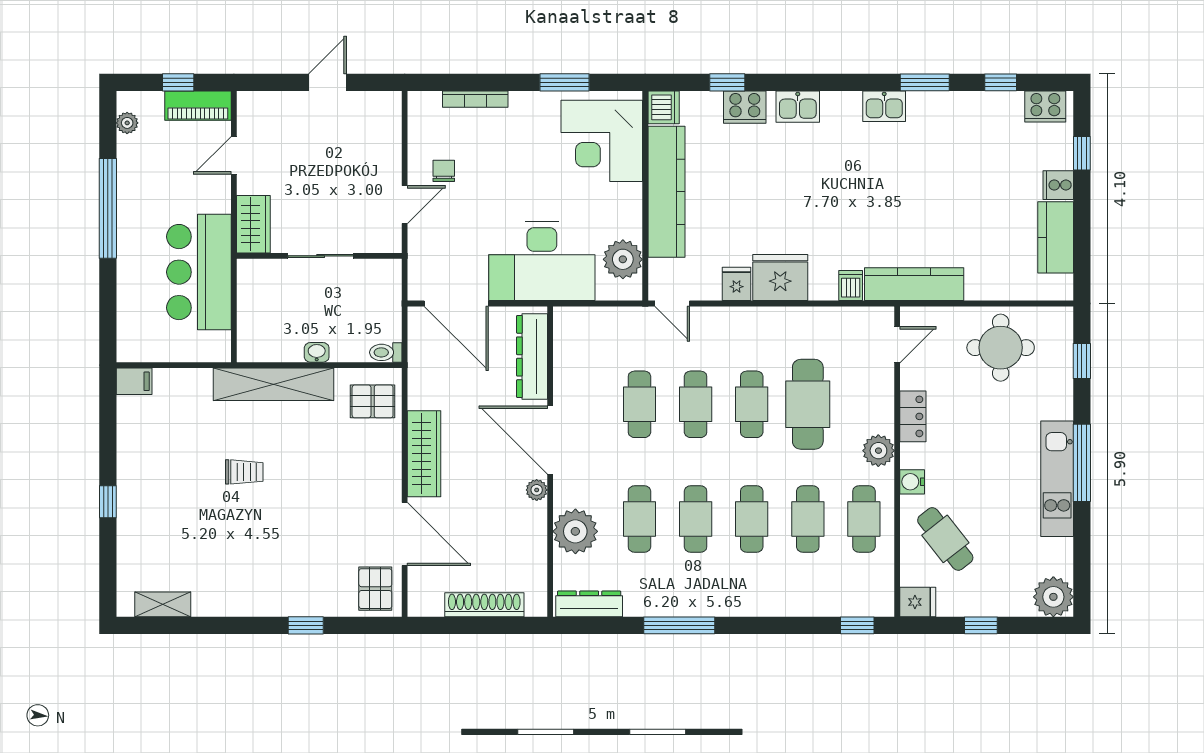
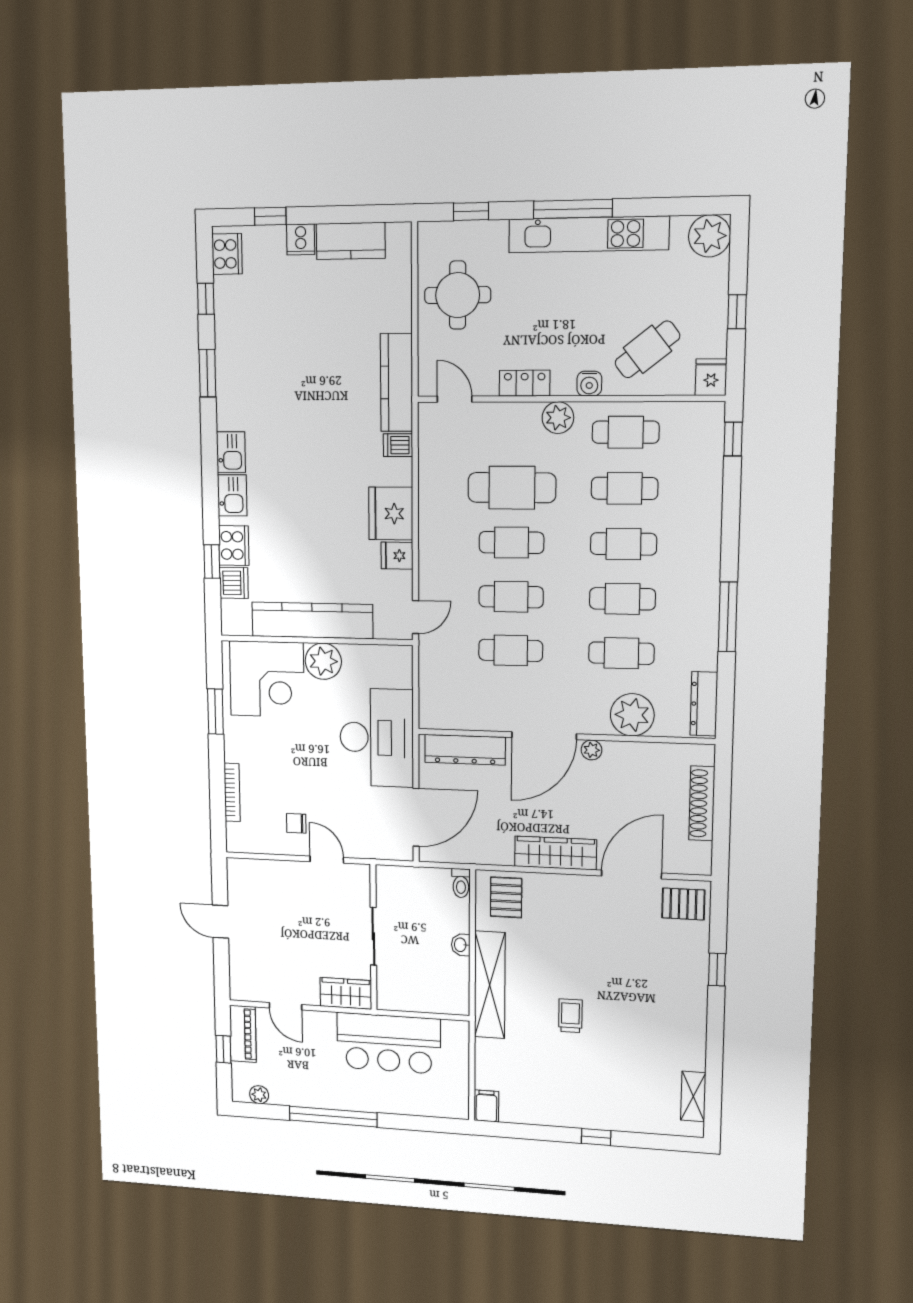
kitchen sink: (884, 106) -> (231, 452), moved
dishwasher: (664, 107) -> (234, 583), moved, turned 90
plant: (623, 259) -> (323, 661), moved
kitchen unit: (1057, 479) -> (589, 234), width x1.36

